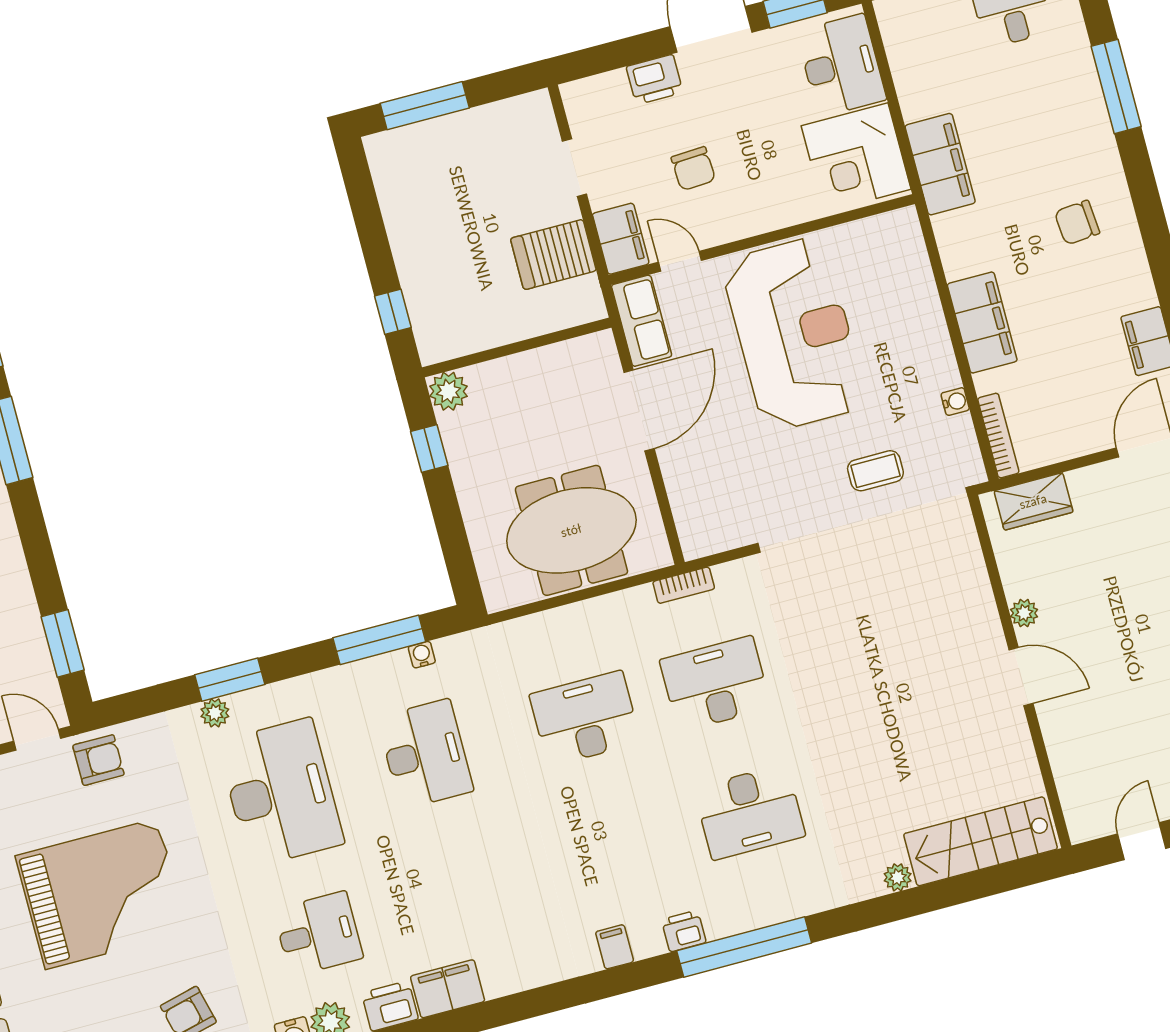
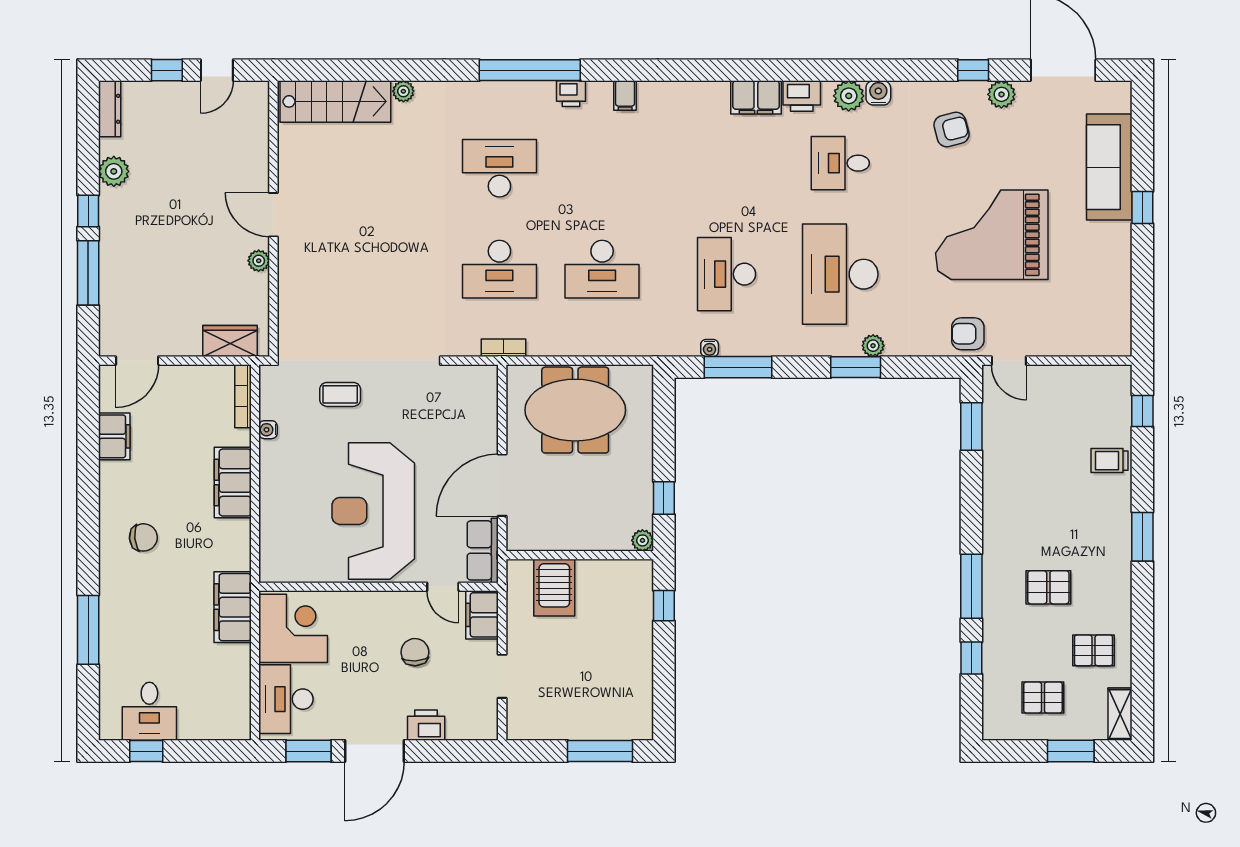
server rack: (553, 255) -> (554, 588), moved, turned 90
plant: (448, 391) -> (642, 540), width x0.73, depth x0.73

